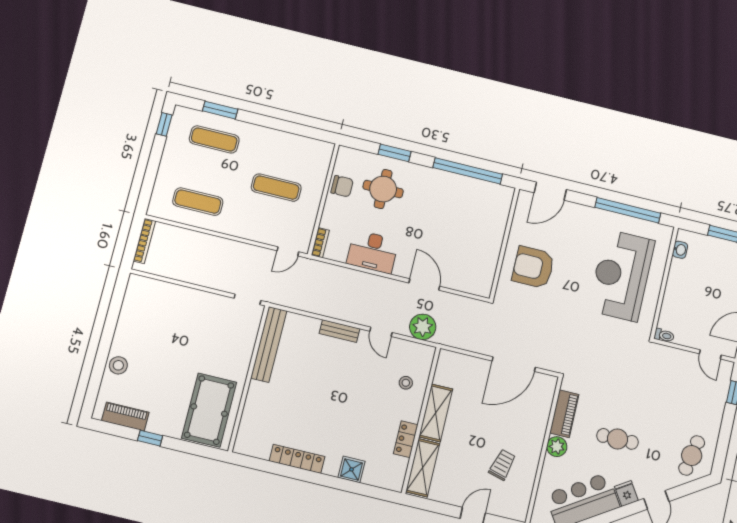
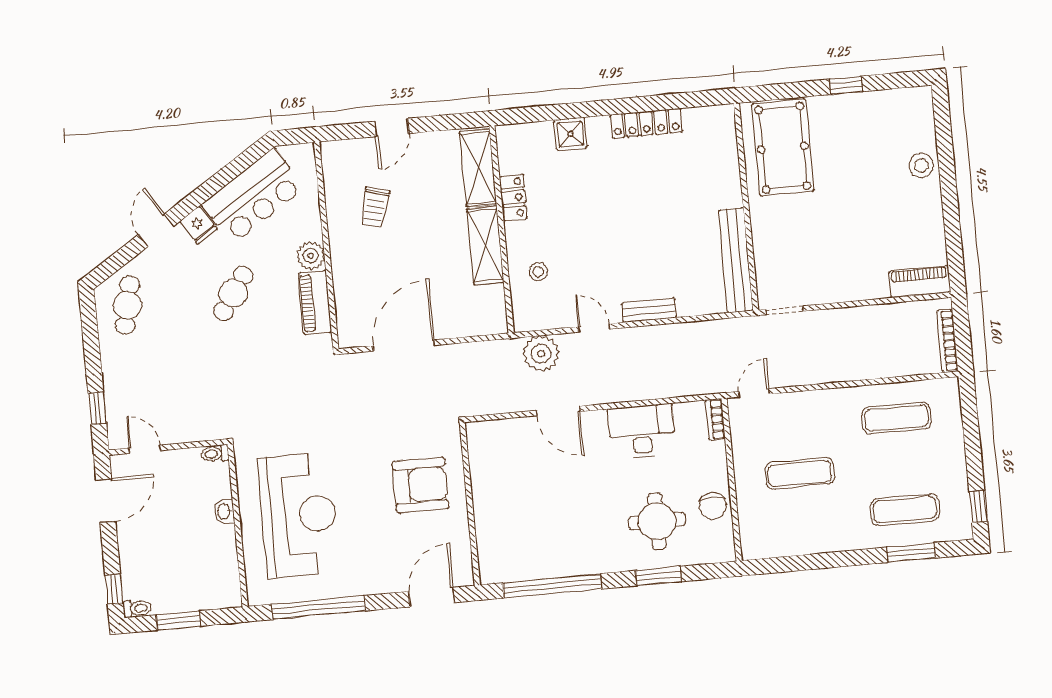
chair: (342, 186) -> (713, 506), turned -90
washbasin: (680, 250) -> (224, 511), moved
piano: (125, 416) -> (920, 282), moved, turned 180
cafe table: (617, 439) -> (233, 293), turned -56

